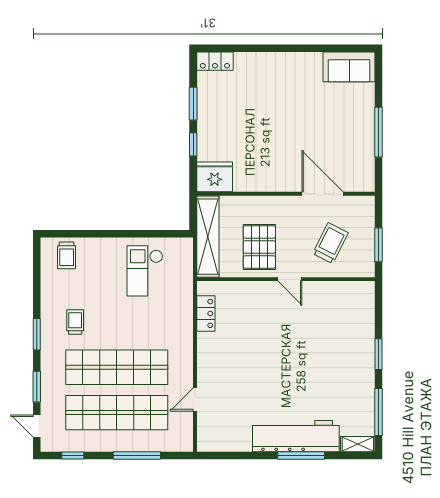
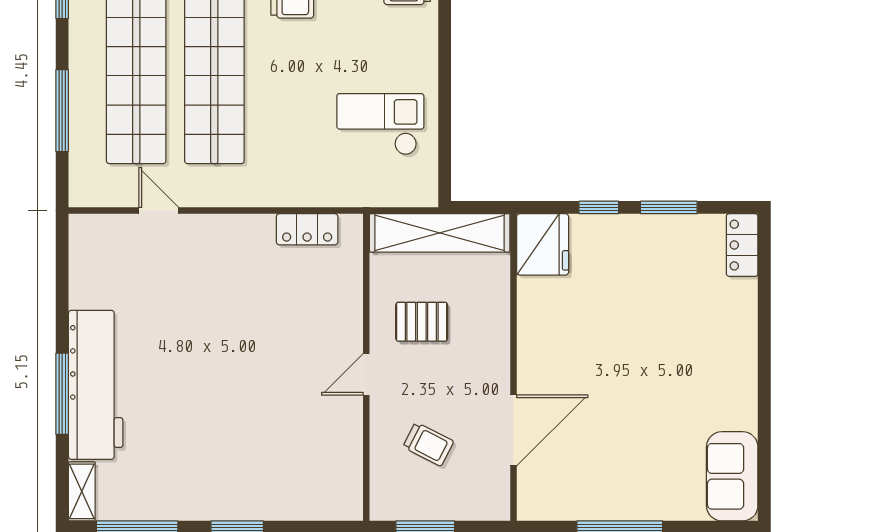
trolley: (330, 243) -> (428, 444), width x0.73, depth x0.72
pallet: (259, 247) -> (422, 322), width x0.67, depth x0.71

